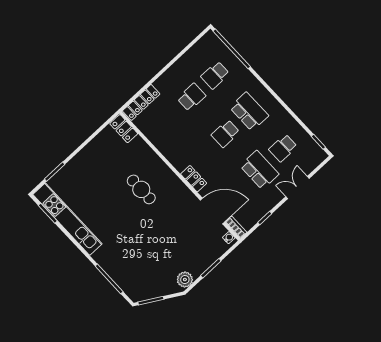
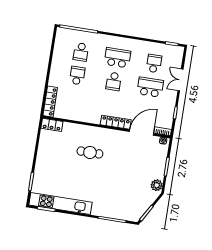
school desk: (283, 148) -> (154, 63), turned 180
locker: (194, 179) -> (116, 122), width x1.53

